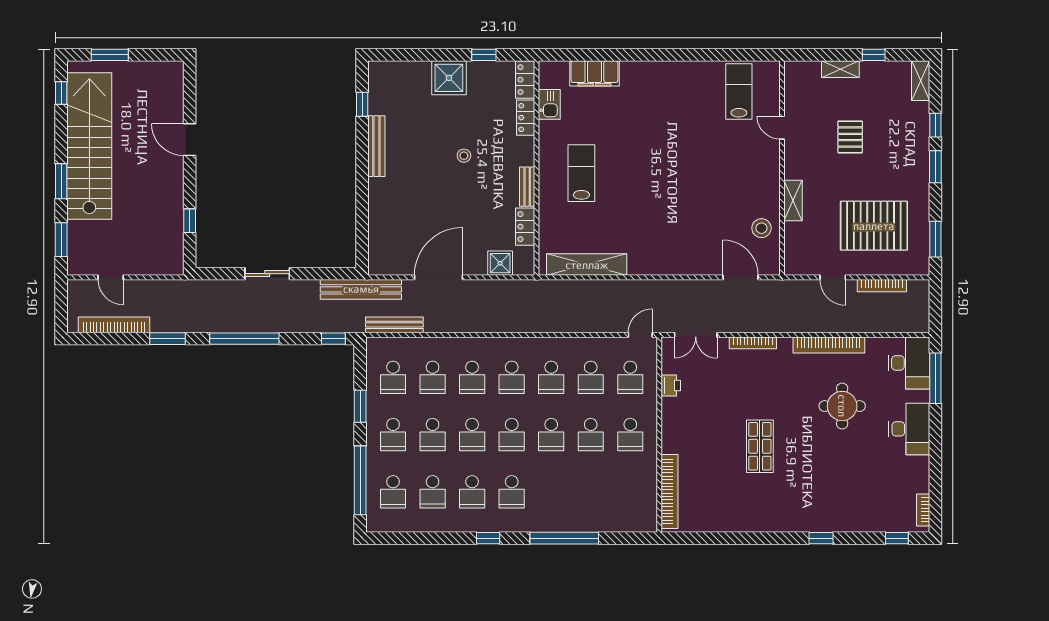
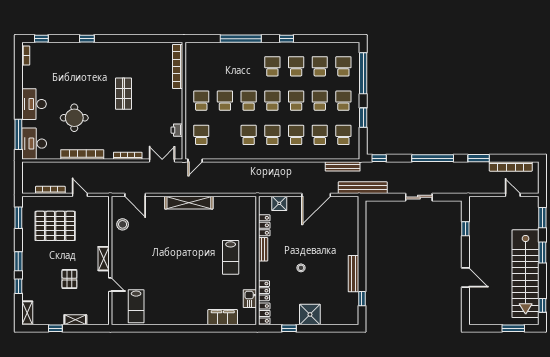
shelving: (793, 201) -> (104, 259), moved
shelving: (587, 265) -> (189, 203), moved
school desk: (591, 377) -> (225, 135), removed

